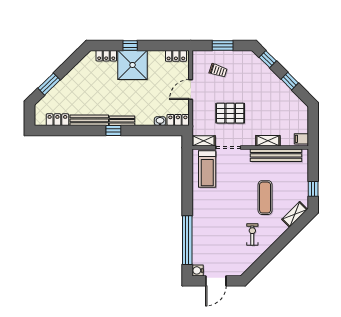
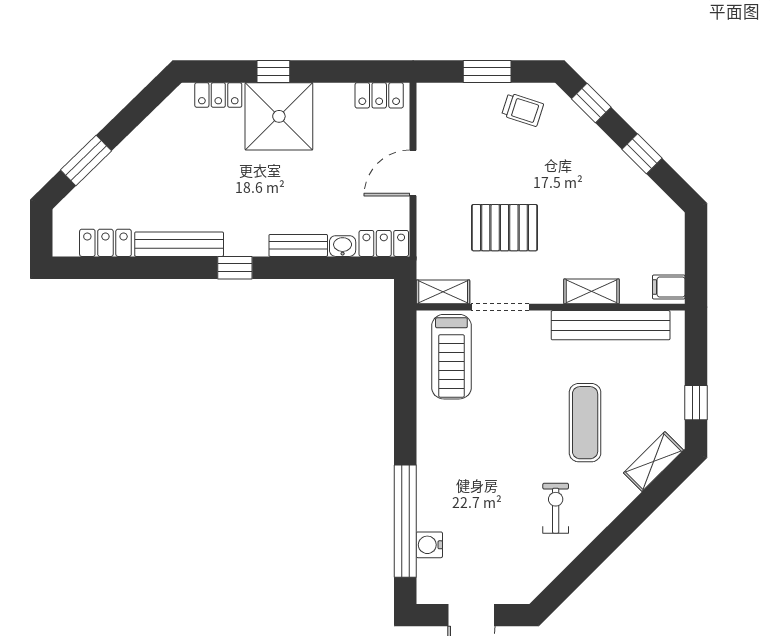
trolley: (218, 71) -> (523, 110), moved
bench: (122, 121) -> (298, 245), moved
water cooler: (198, 270) -> (429, 545), moved

